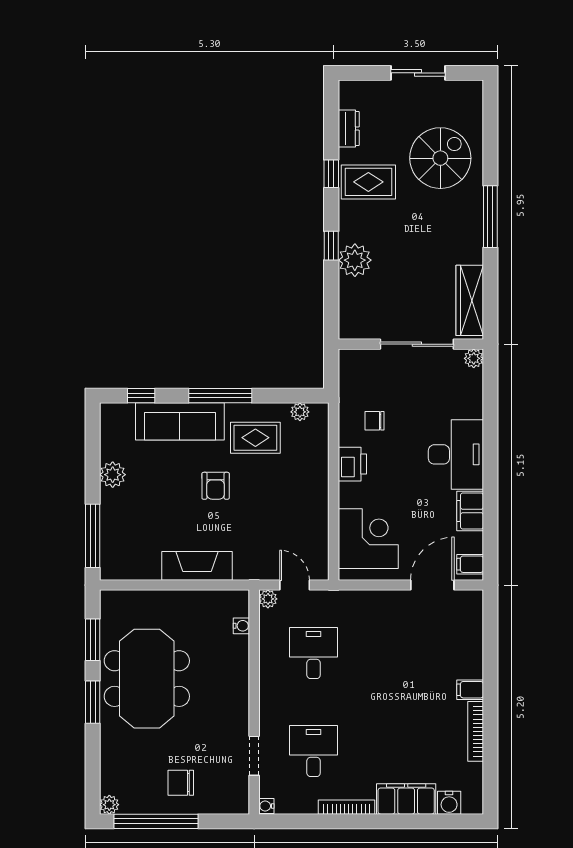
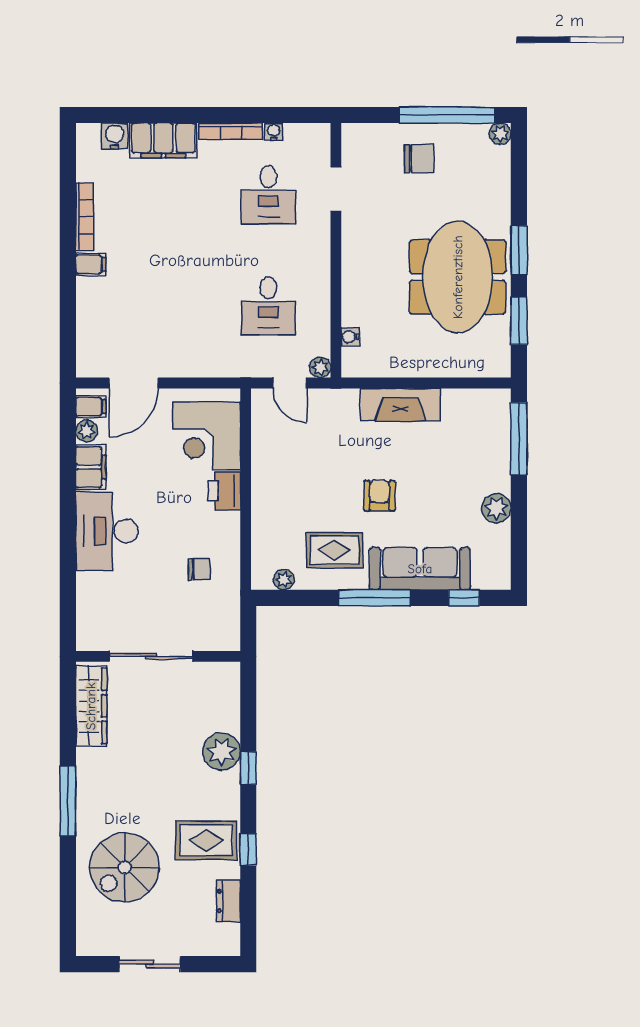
plant: (474, 358) -> (87, 431), moved
printer: (352, 464) -> (224, 491), moved
water cooler: (266, 806) -> (274, 132), moved, turned -90

